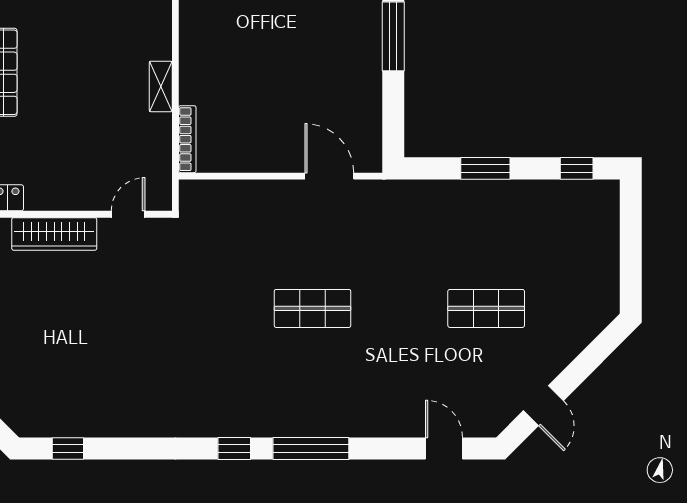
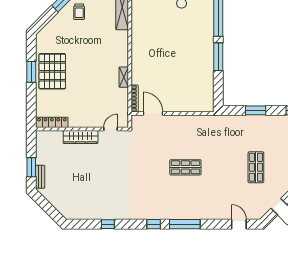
door: (329, 176) -> (153, 113), moved
shop shelf: (486, 308) -> (256, 167), turned 90
window: (68, 448) -> (108, 224), moved

